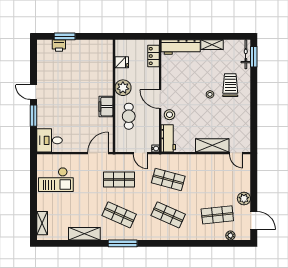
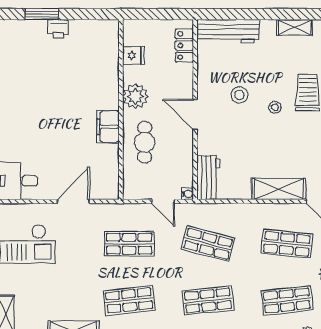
shelving: (212, 45) -> (295, 27), moved
printer: (59, 46) -> (58, 29), moved
stool: (169, 115) -> (239, 95), moved
door: (98, 153) -> (73, 201), moved
shop shelf: (217, 179) -> (287, 244), added
shop shelf: (119, 215) -> (129, 300), turned -30
shop shelf: (168, 215) -> (208, 300), turned -30

